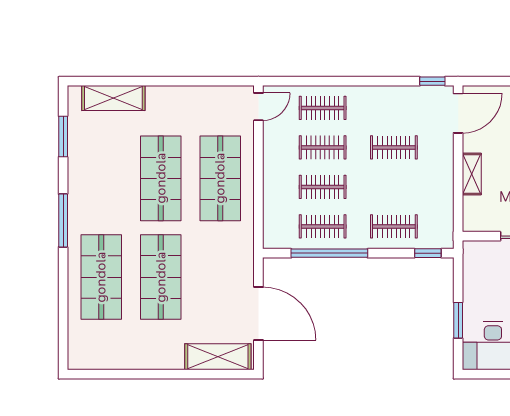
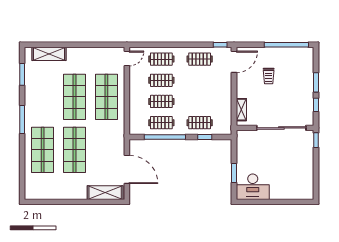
clothes rail: (394, 147) -> (200, 59), moved
shelving: (472, 174) -> (241, 110), moved
window: (428, 253) -> (205, 137), moved

